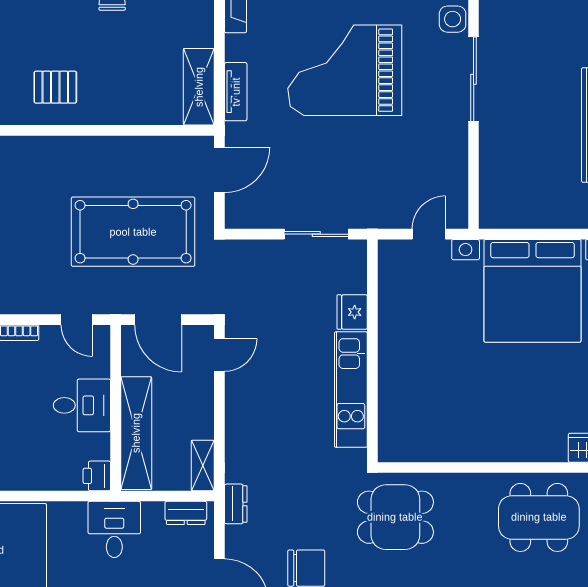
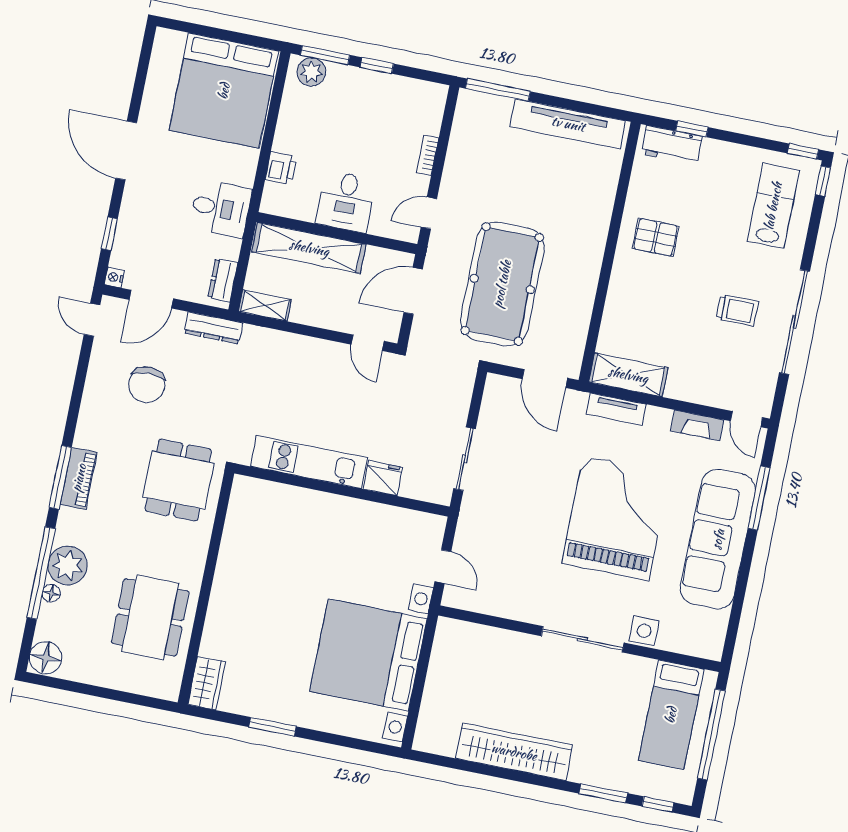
pallet: (55, 87) -> (656, 237), turned 90
printer: (97, 476) -> (281, 168), moved, turned 90
dresser: (236, 504) -> (213, 328), width x1.44

